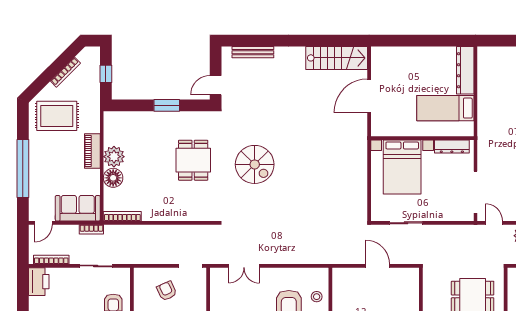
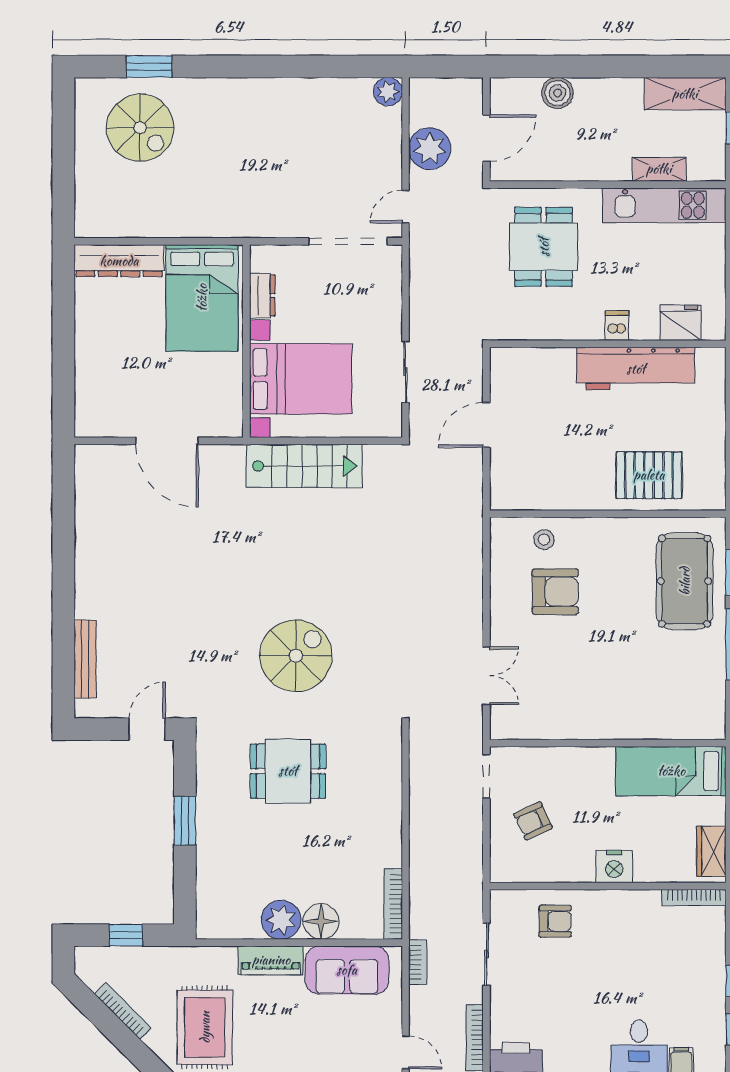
stairs: (337, 58) -> (304, 466), moved, turned 90
door: (216, 85) -> (147, 729), swing flipped
bed: (445, 108) -> (202, 298), width x1.50
dresser: (452, 146) -> (262, 296), width x0.70
sofa: (78, 208) -> (347, 970), moved, turned -90

